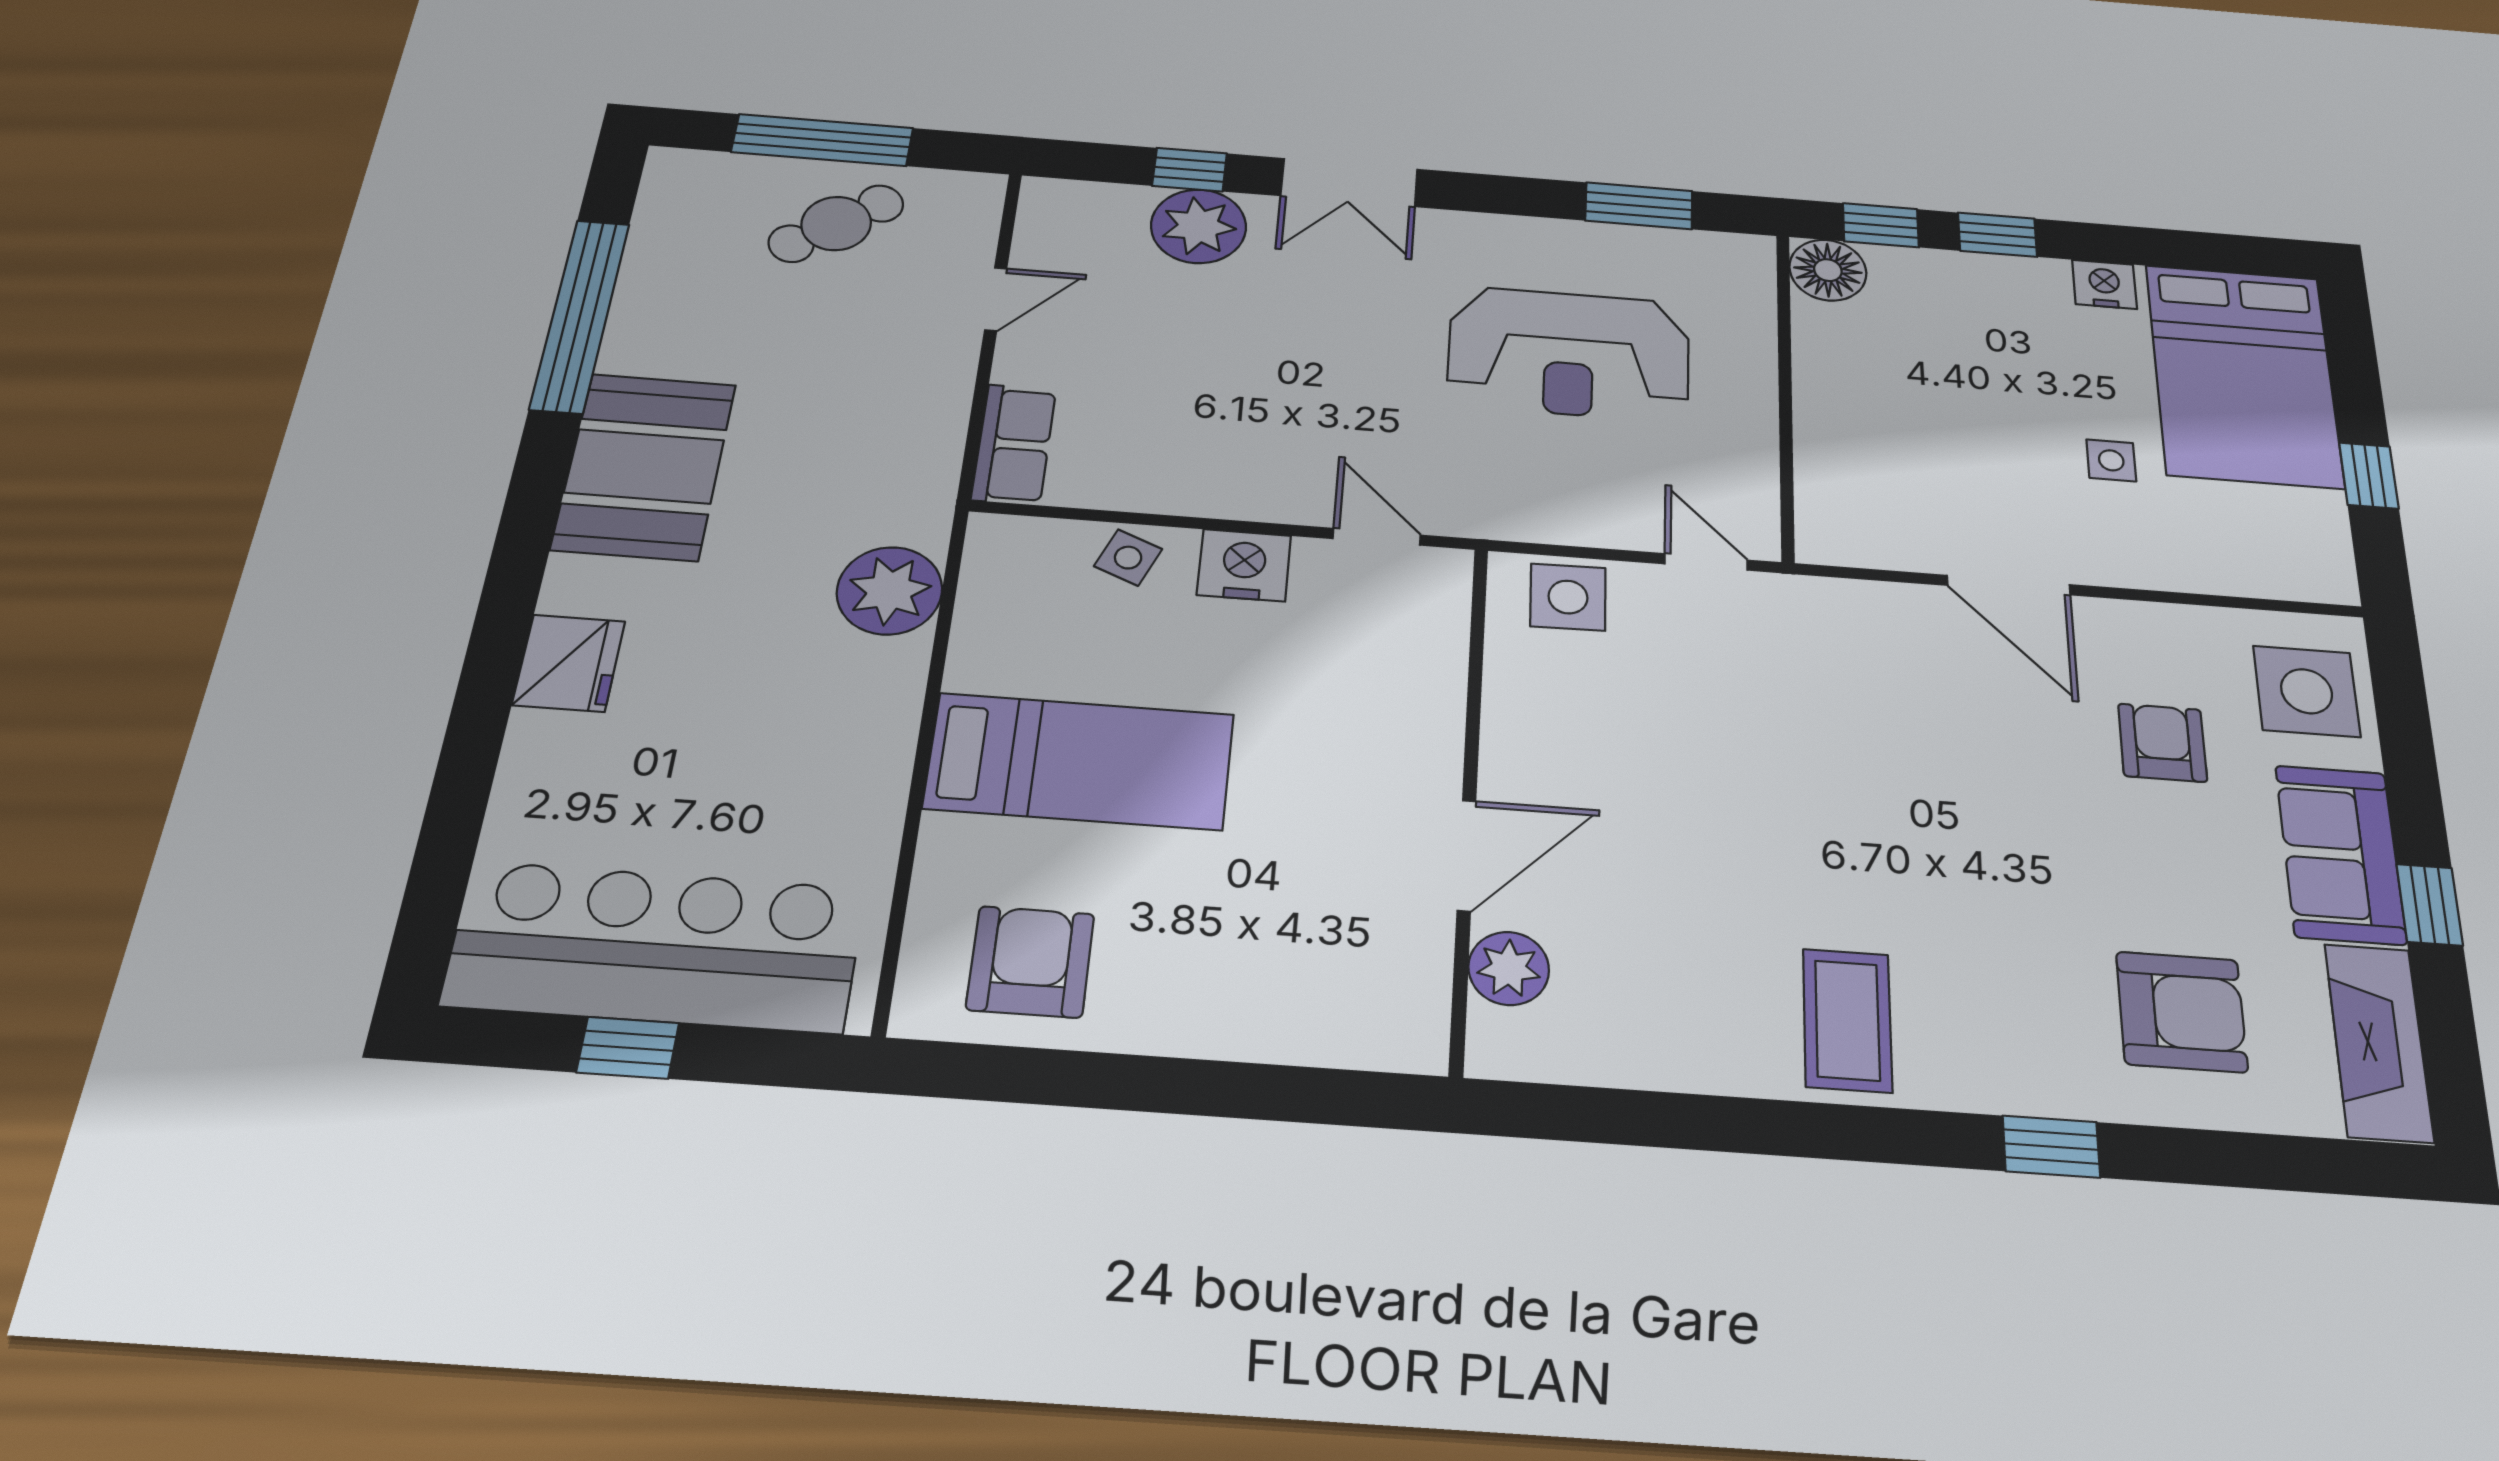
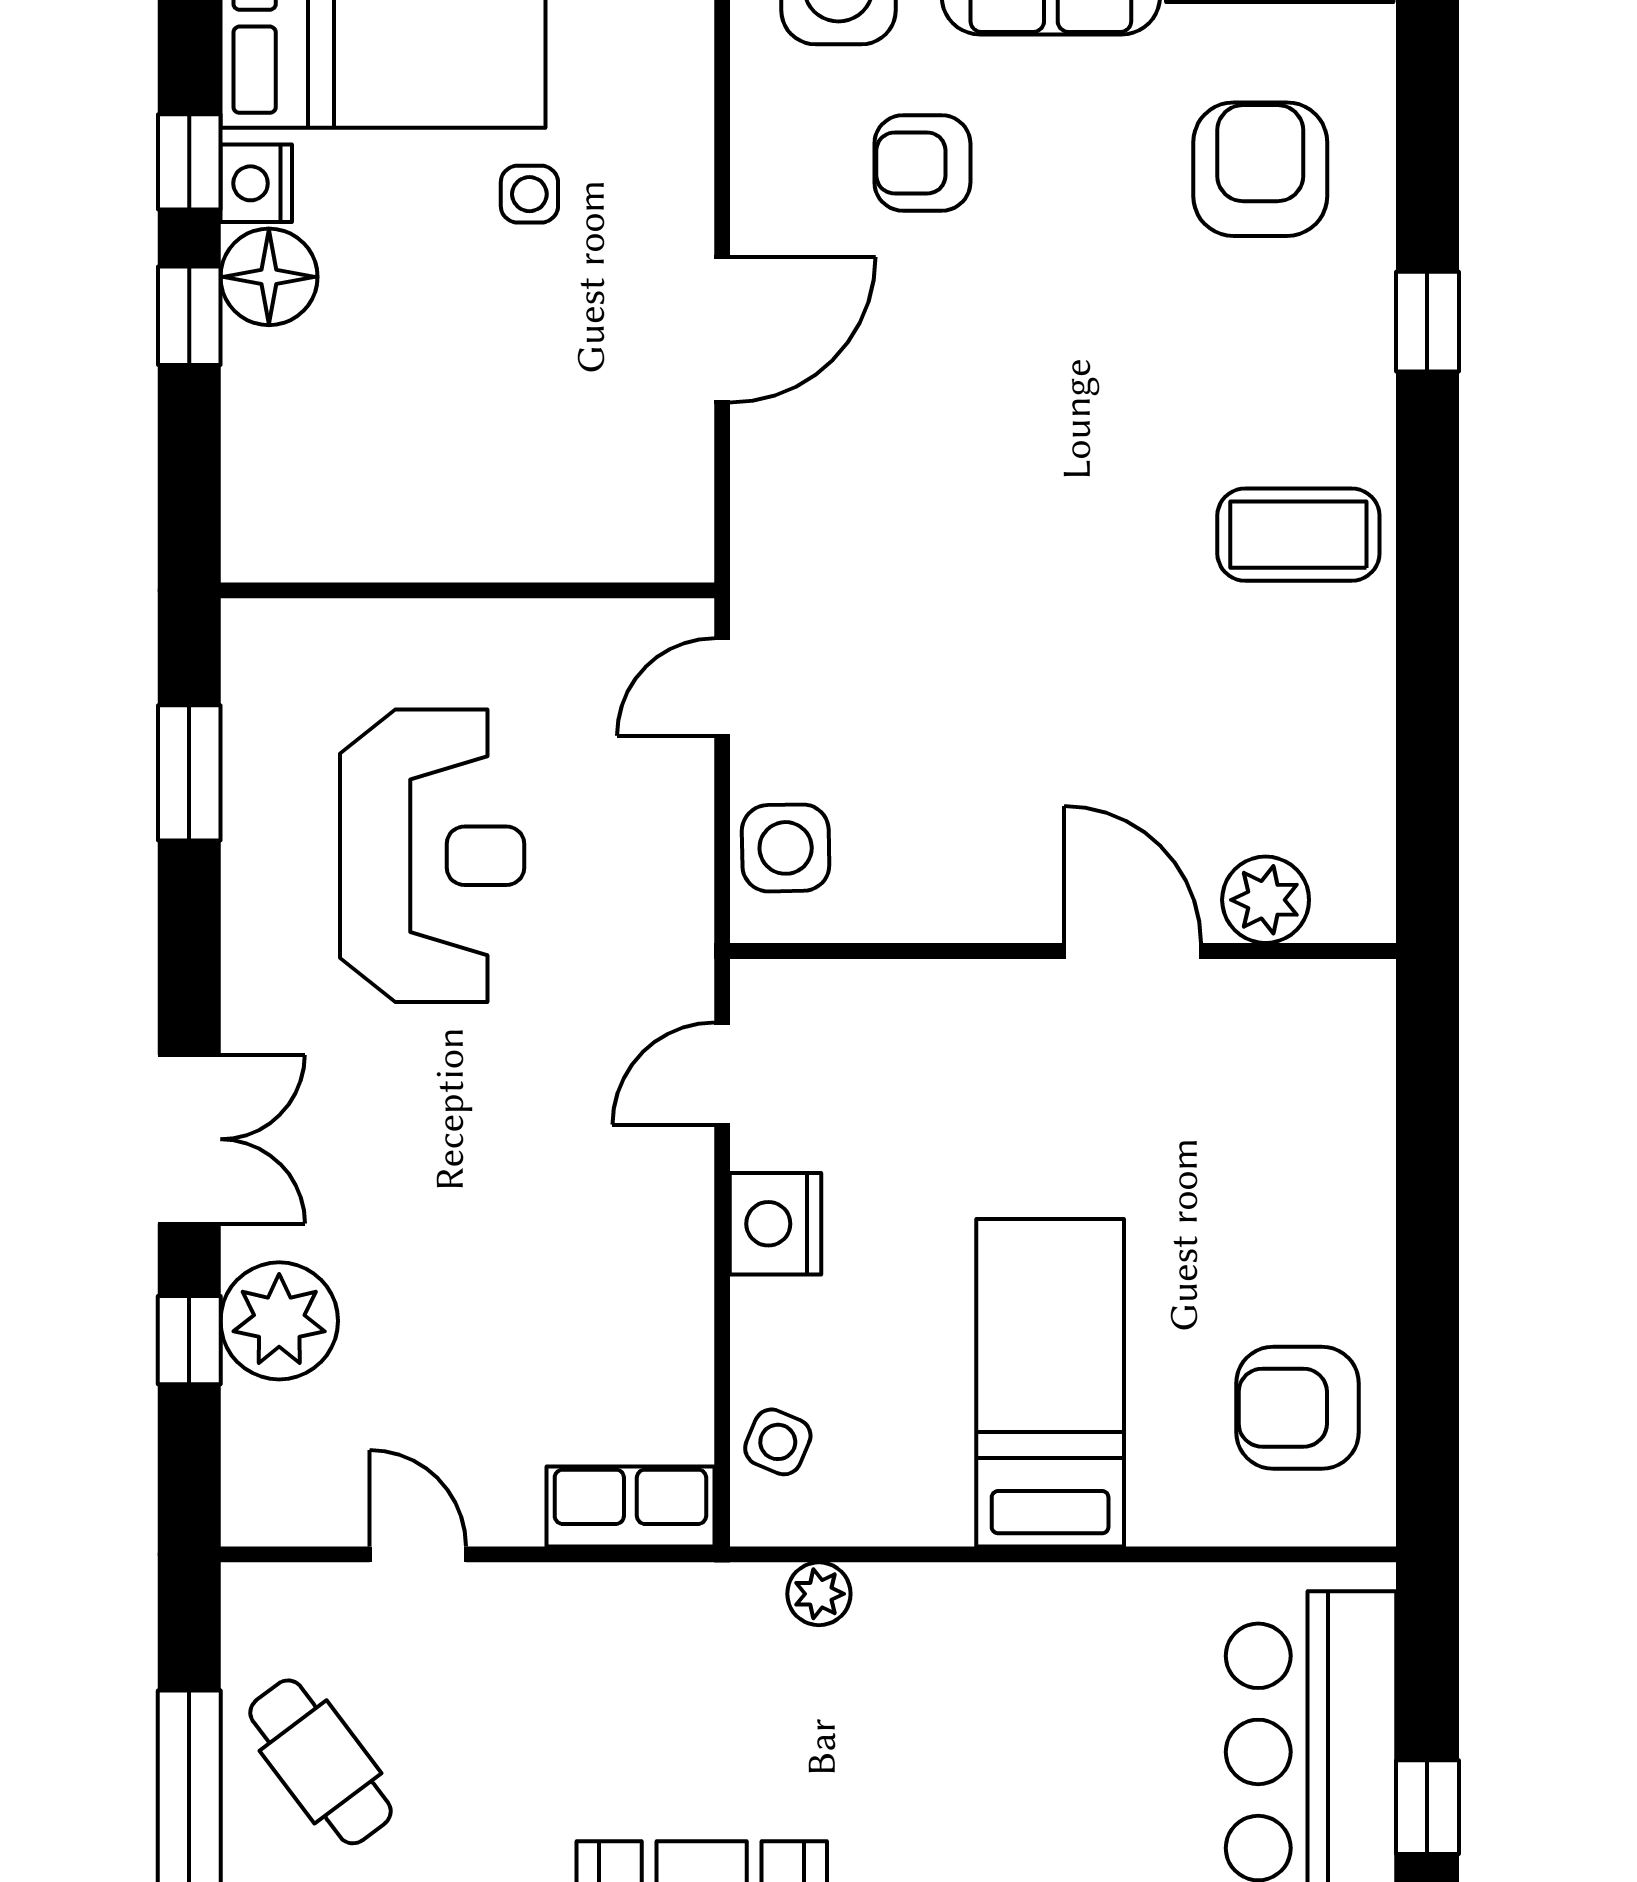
window: (1881, 225) -> (189, 162), moved
floor lamp: (1828, 270) -> (269, 277), moved
side table: (1128, 558) -> (778, 1442), moved
plant: (889, 591) -> (819, 1594), width x0.53, depth x0.53

